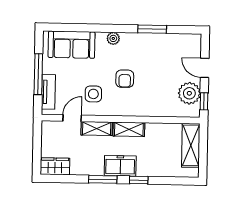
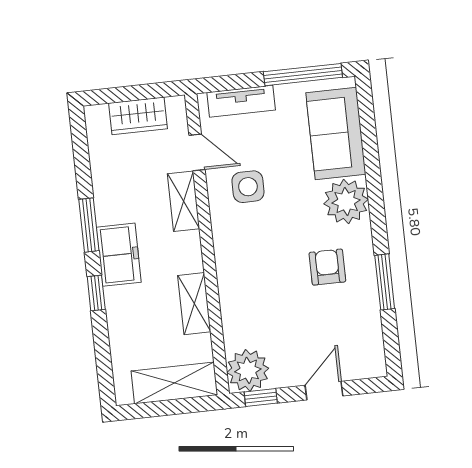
plant: (113, 38) -> (346, 202), width x1.88, depth x1.88
window: (38, 74) -> (303, 75), moved
armchair: (125, 79) -> (327, 267), moved, turned 90
plant: (189, 93) -> (248, 370), moved
shelving: (129, 129) -> (194, 304), moved
wardrobe: (55, 166) -> (138, 116), moved, turned 90

